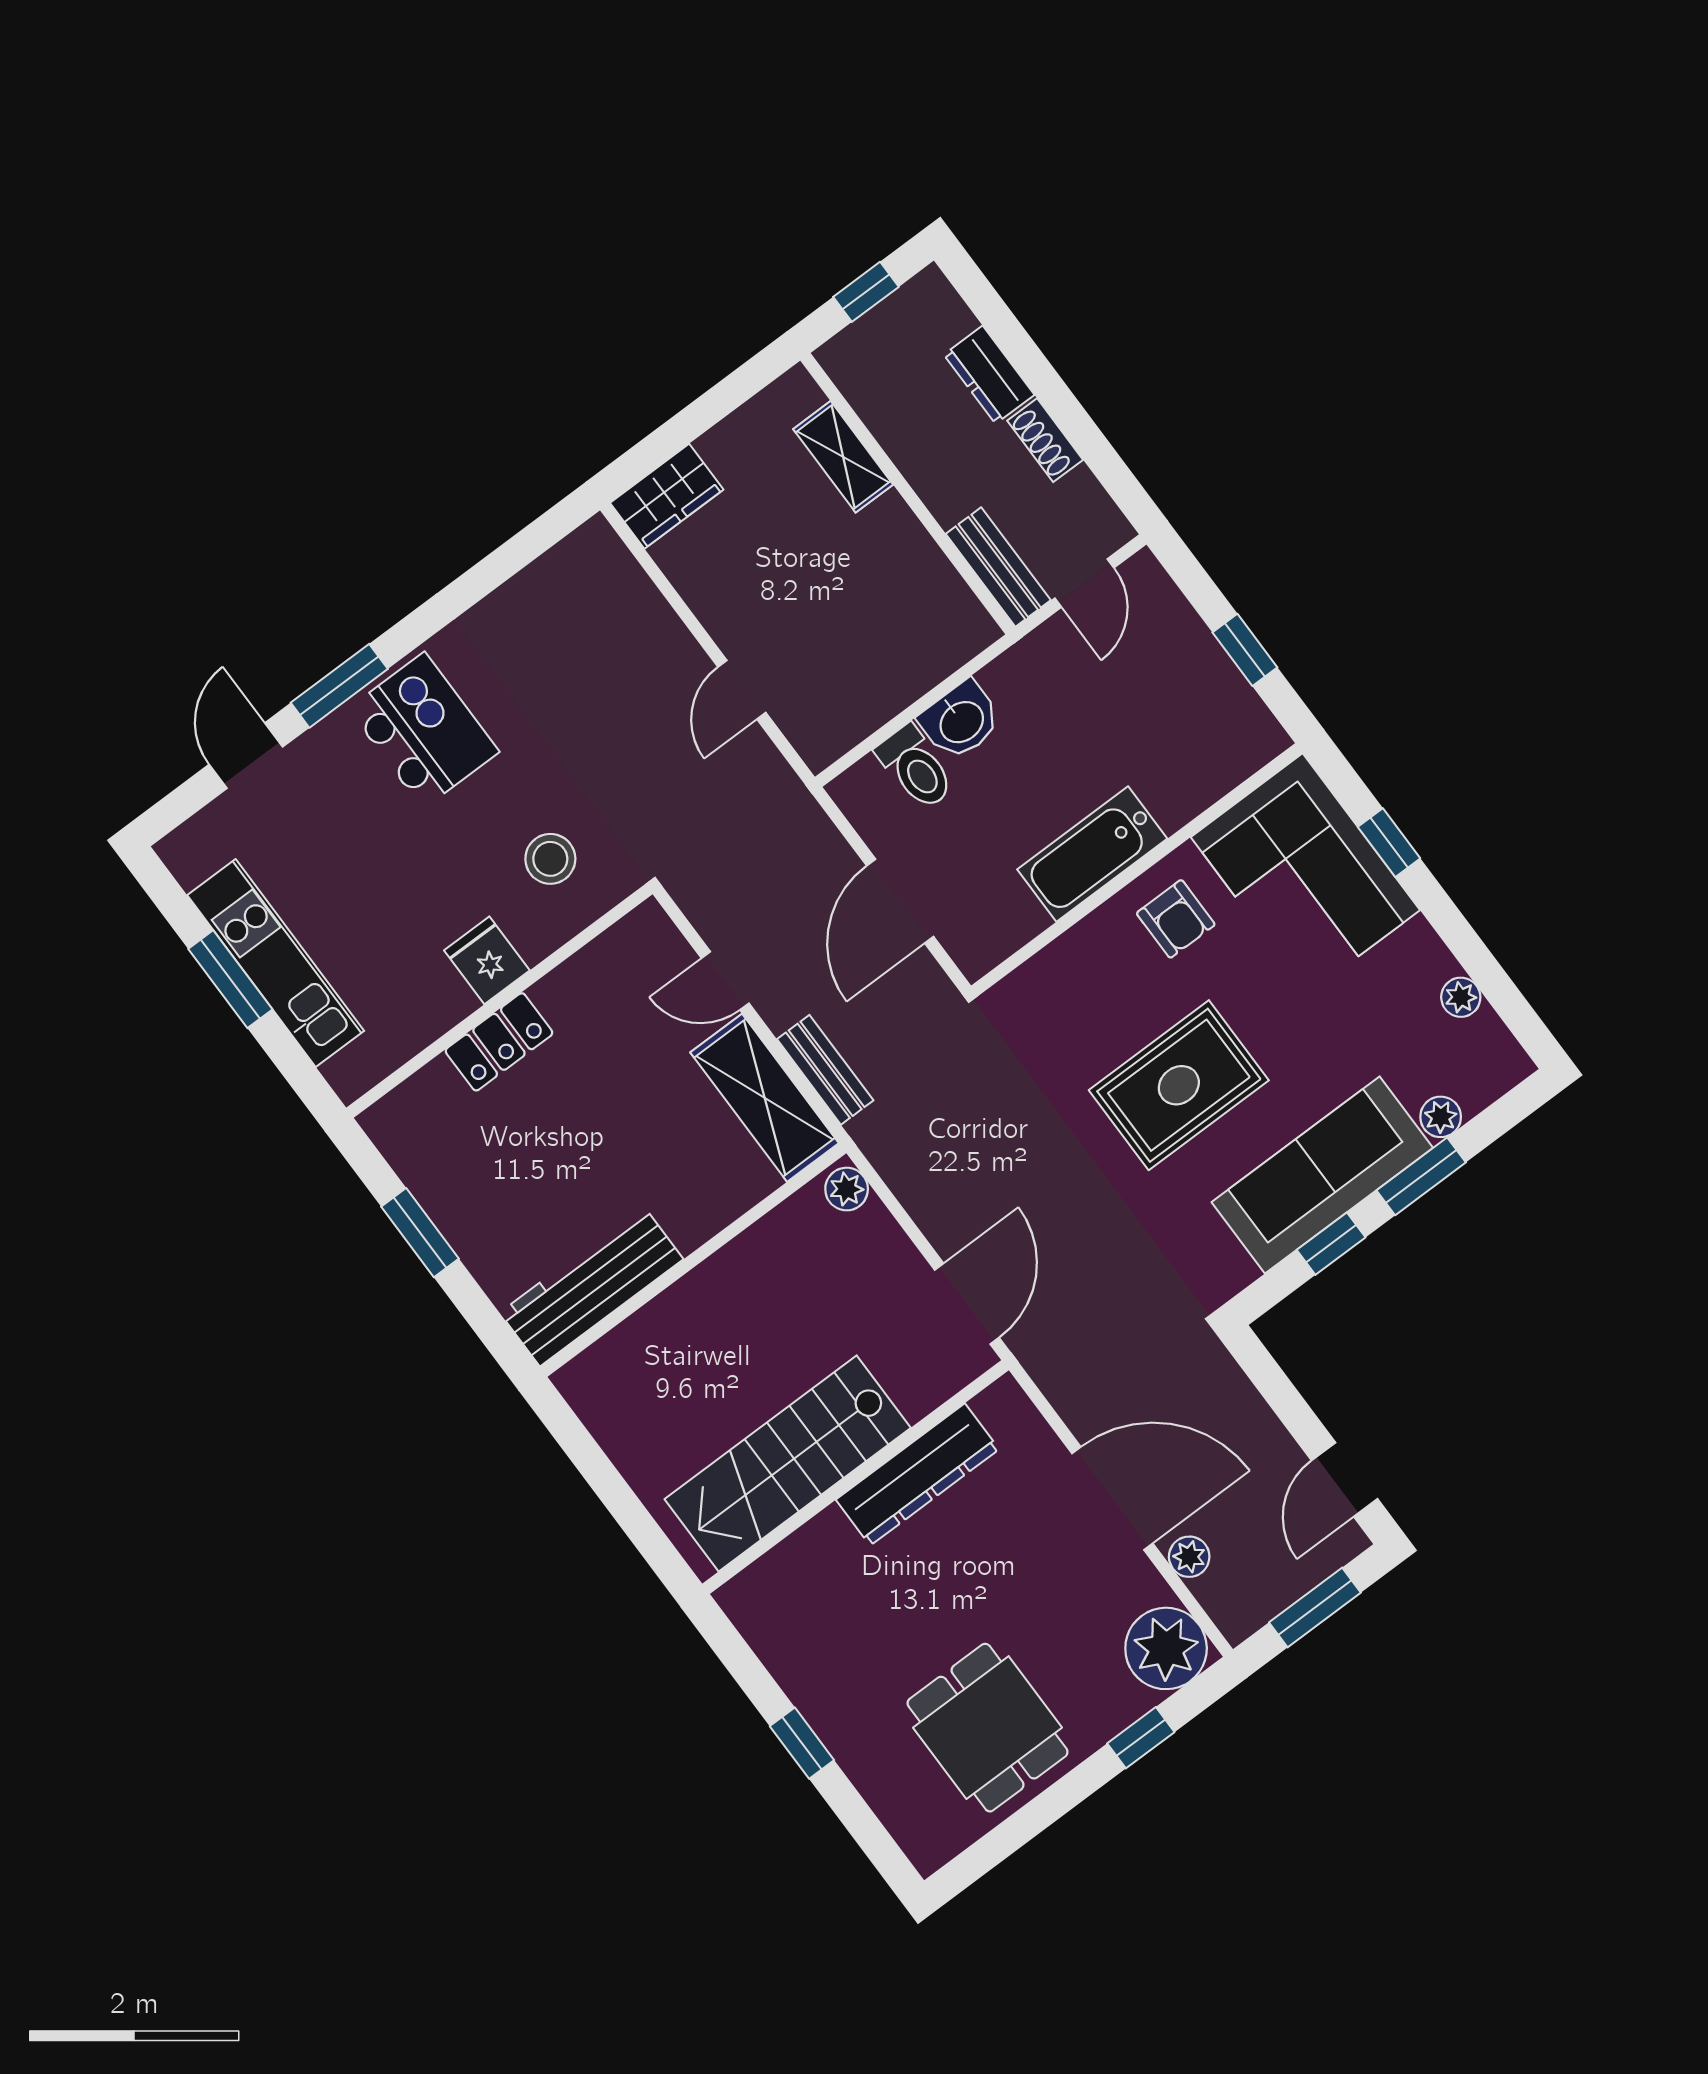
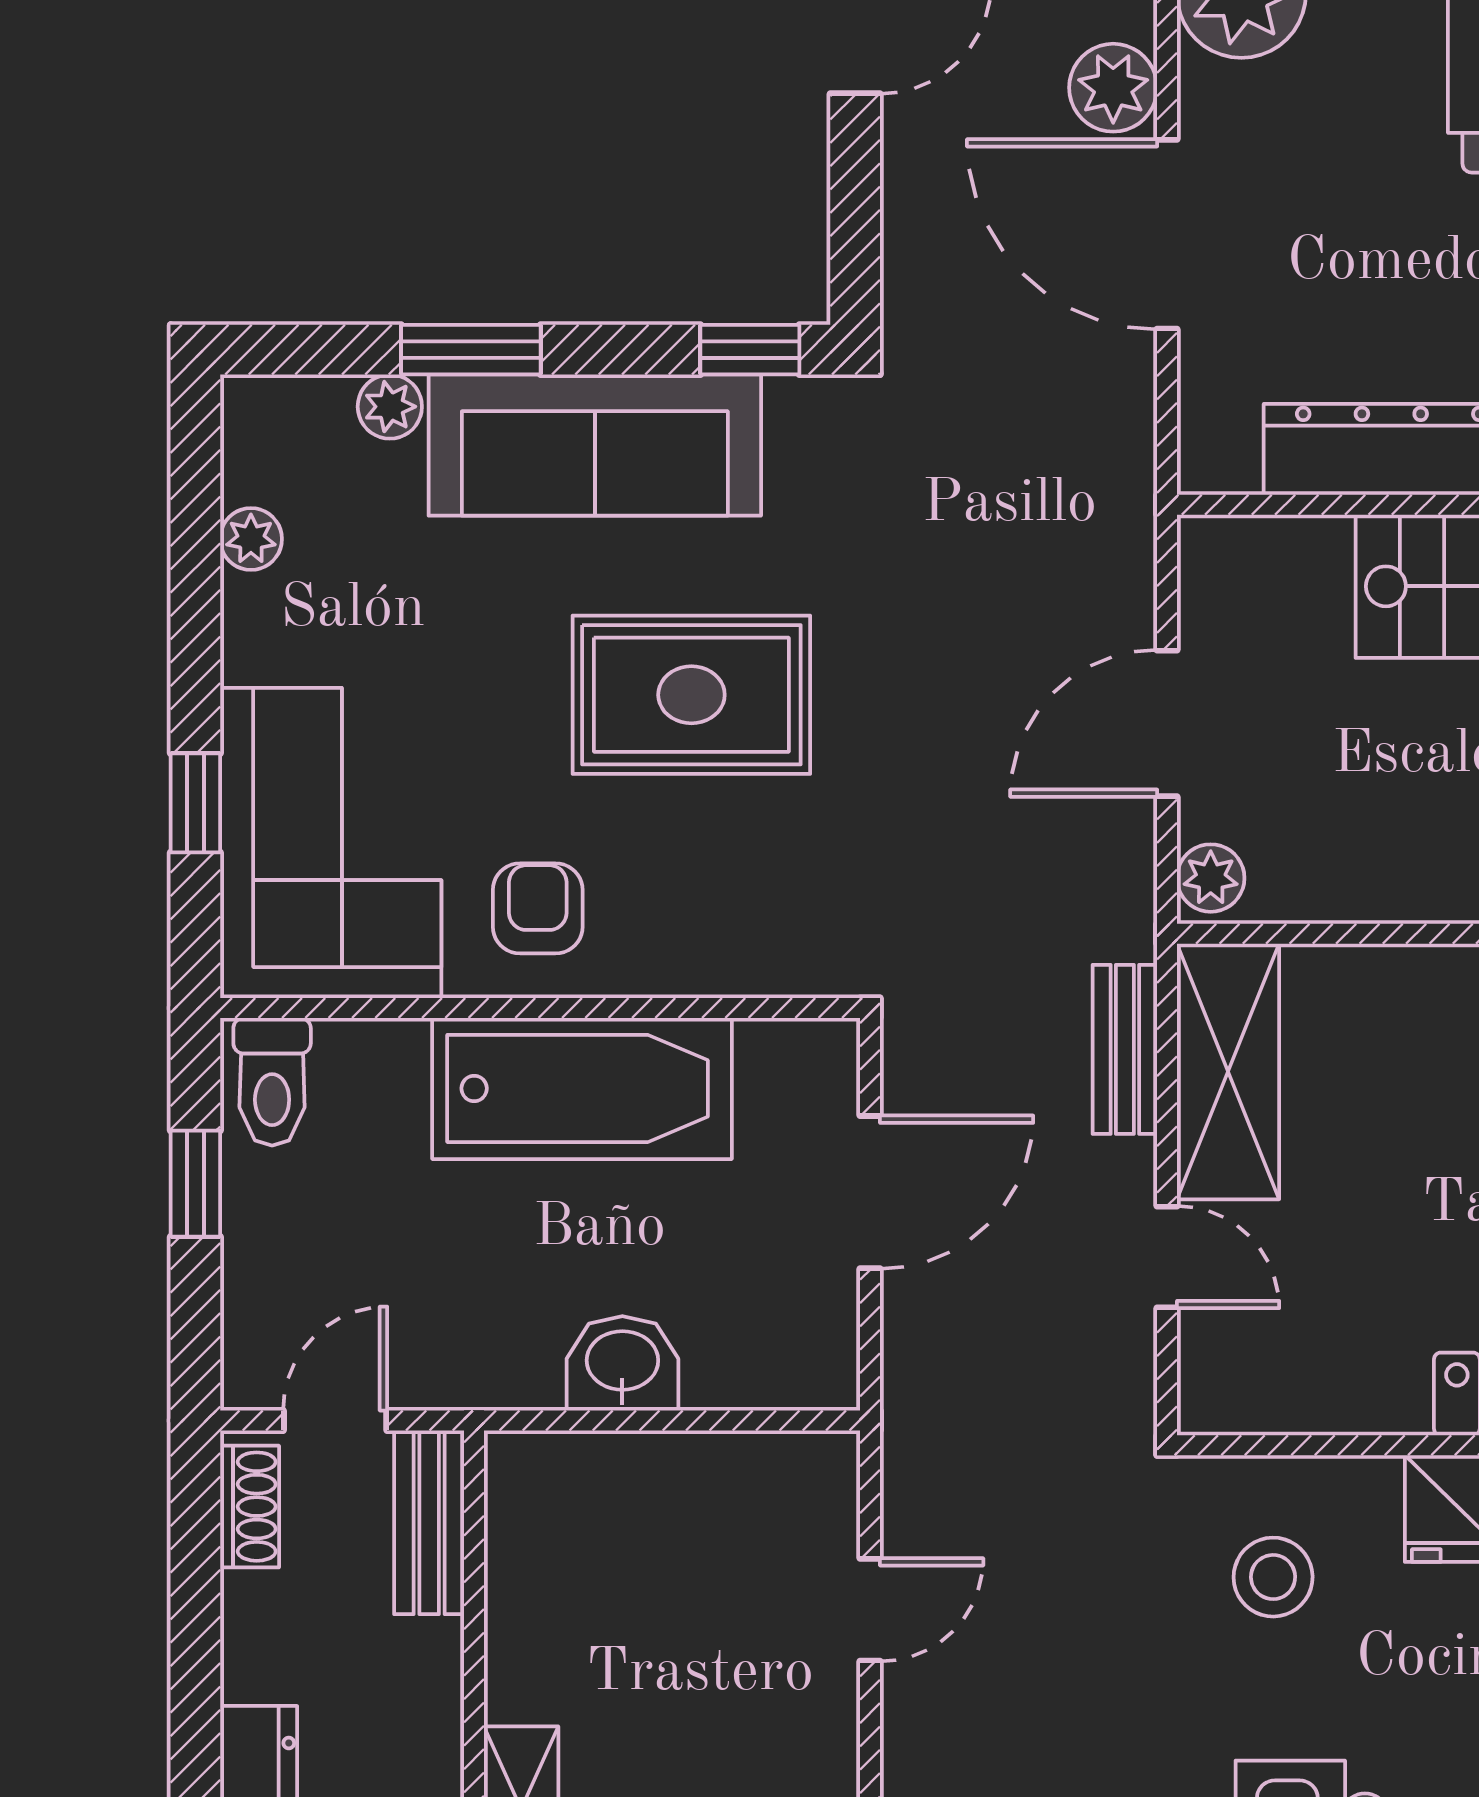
shoe rack: (1045, 440) -> (250, 1507), moved
toilet: (916, 767) -> (272, 1082), moved, turned 180
bathtub: (1092, 854) -> (582, 1088), width x1.36, depth x1.36
window: (1331, 1244) -> (750, 350), moved
door: (967, 1304) -> (1167, 723), moved
plant: (1189, 1557) -> (1113, 88), width x1.38, depth x1.38

